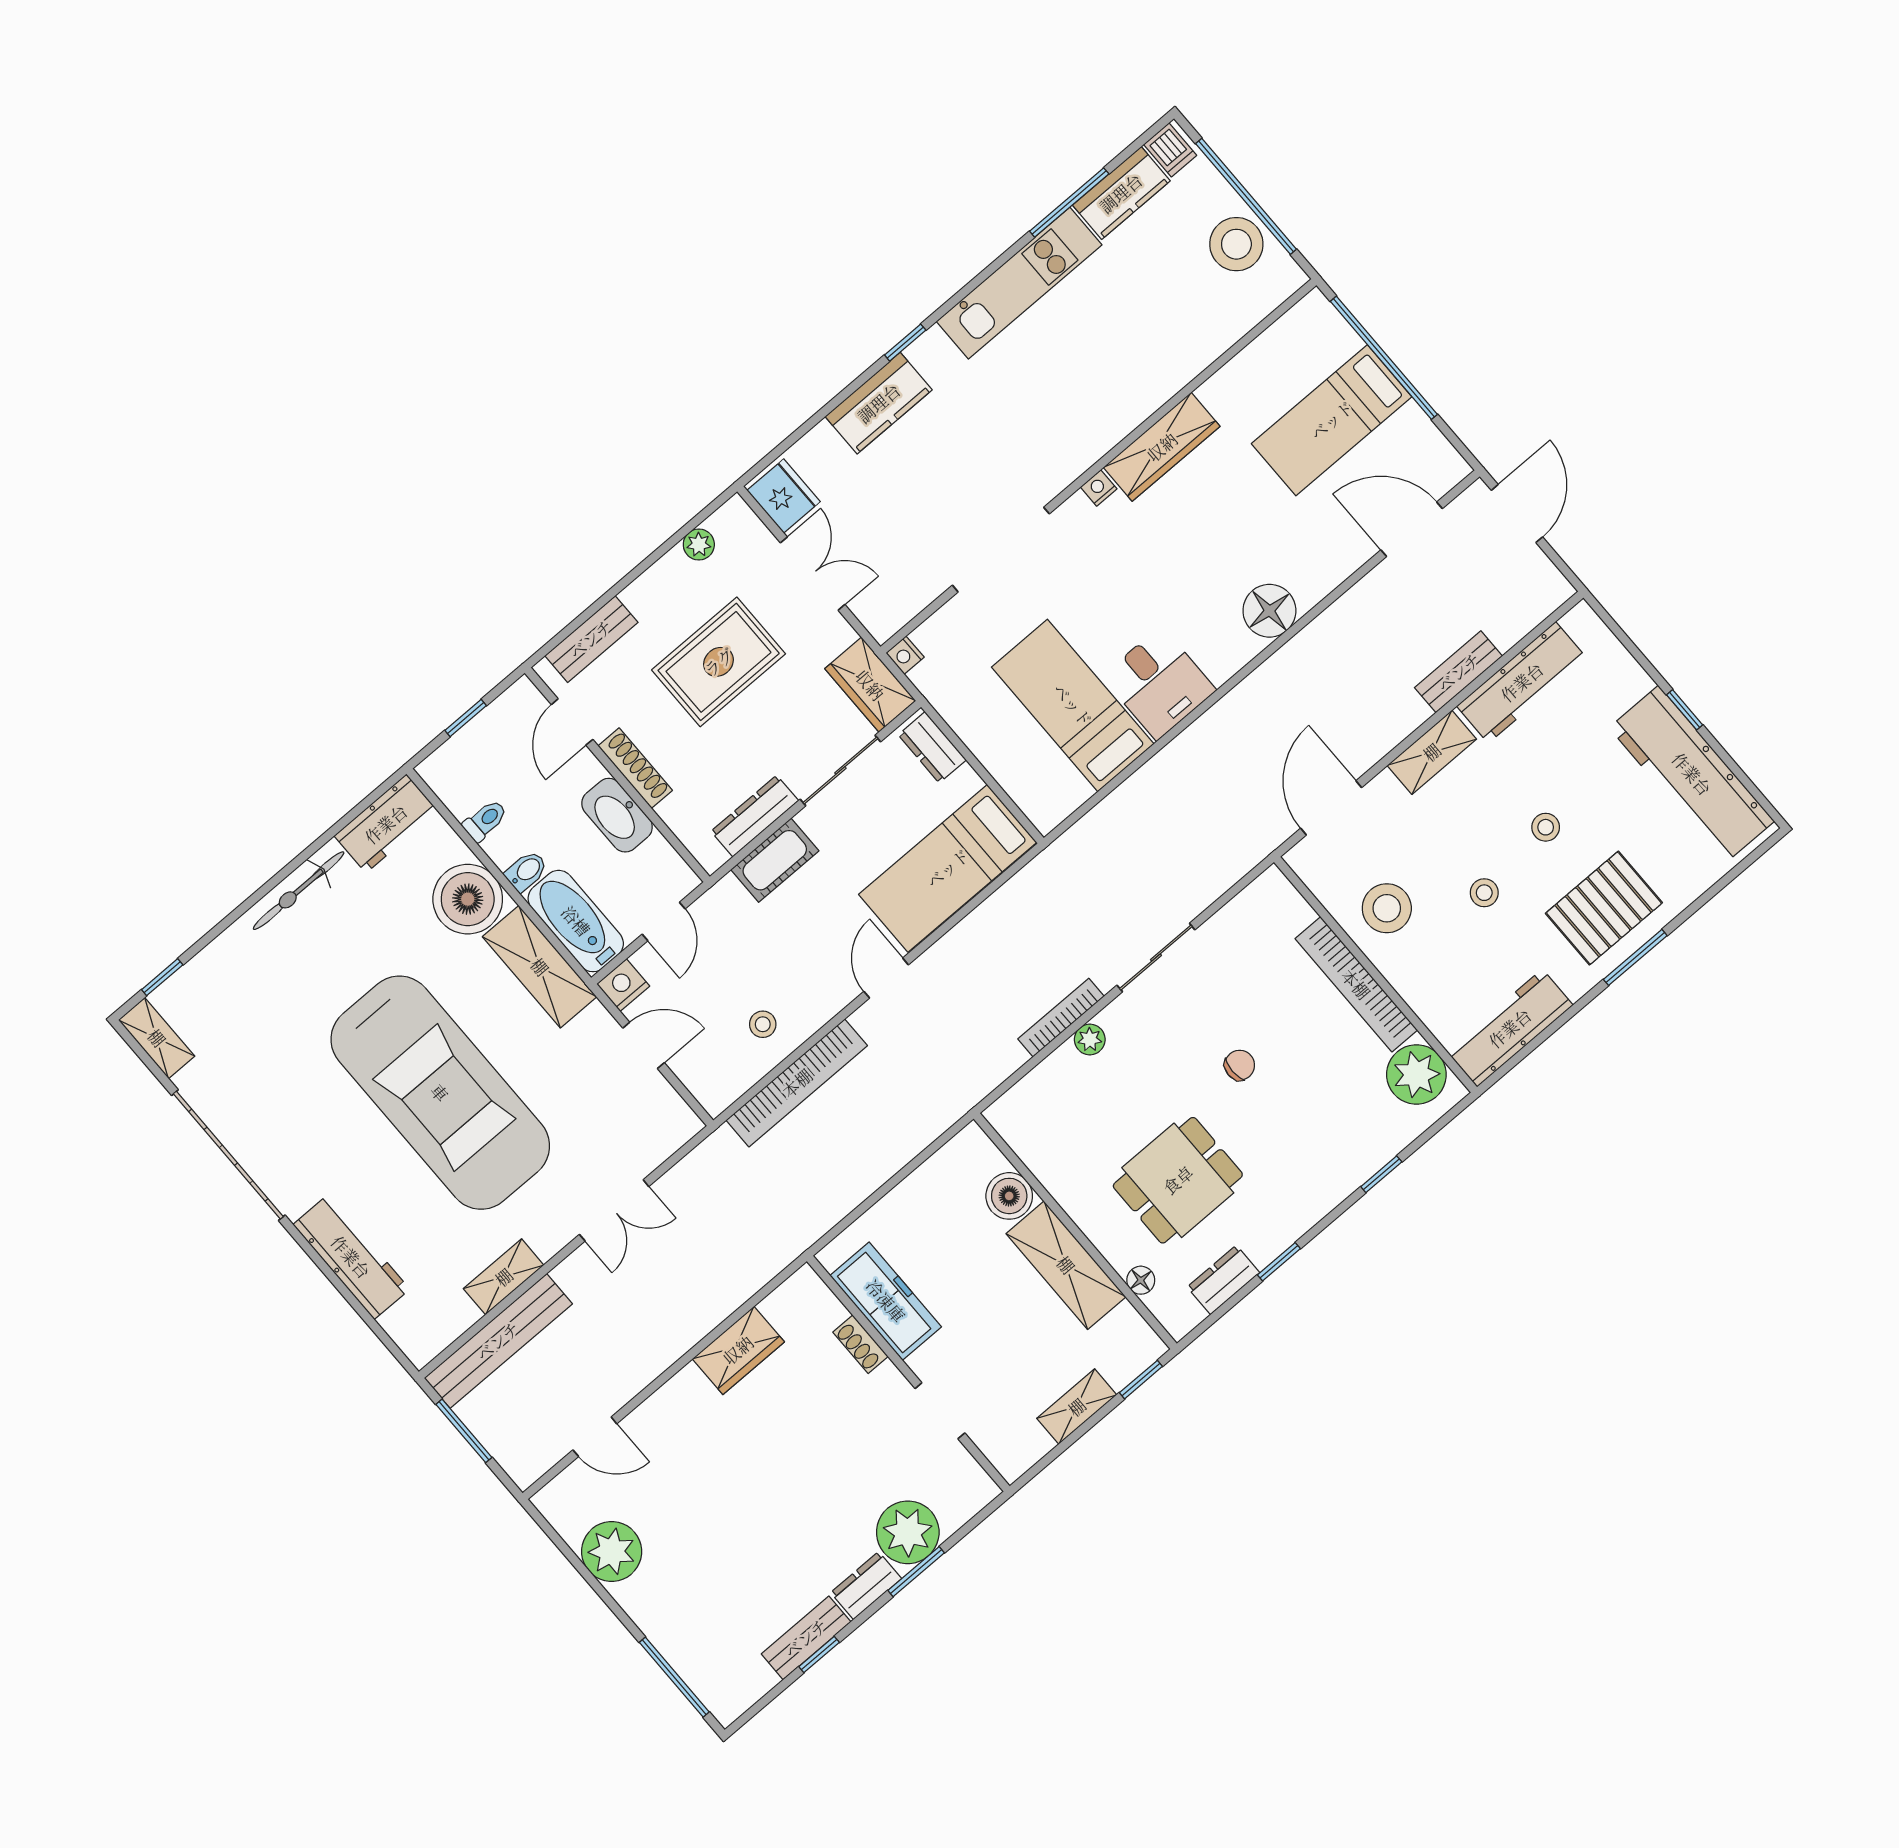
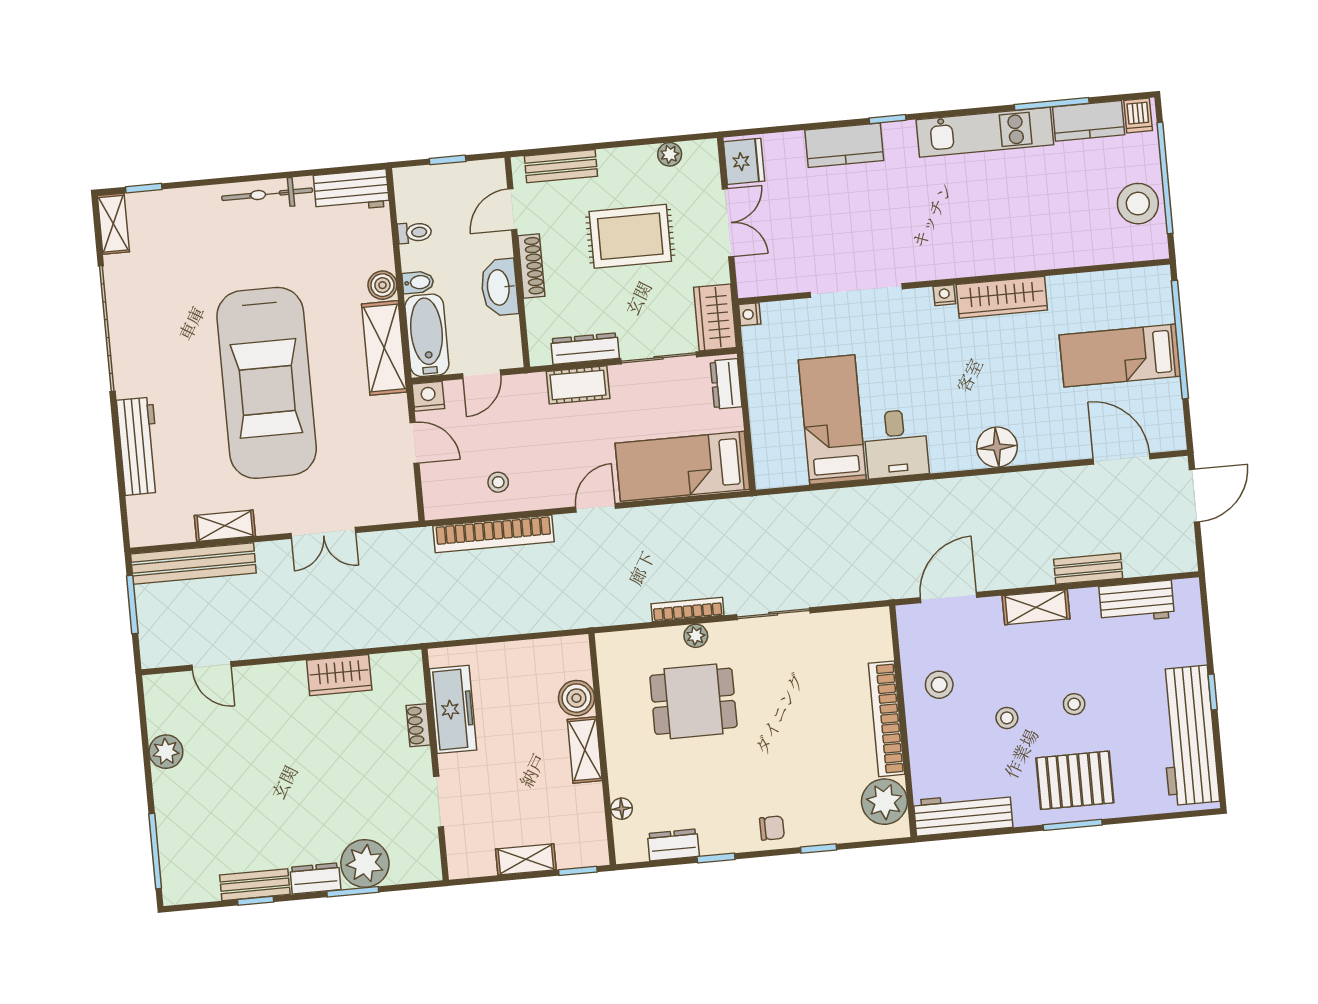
workbench: (1522, 682) -> (1137, 602), width x0.73
boiler: (468, 899) -> (382, 285), width x0.54, depth x0.54
stool: (1387, 908) -> (939, 685), width x0.73, depth x0.73
chair: (1240, 1065) -> (772, 828), moved
dining table: (1178, 1180) -> (693, 701), moved
shelving: (1066, 1265) -> (585, 750), width x0.67, depth x0.75
plant: (612, 1552) -> (166, 752), width x0.73, depth x0.73

